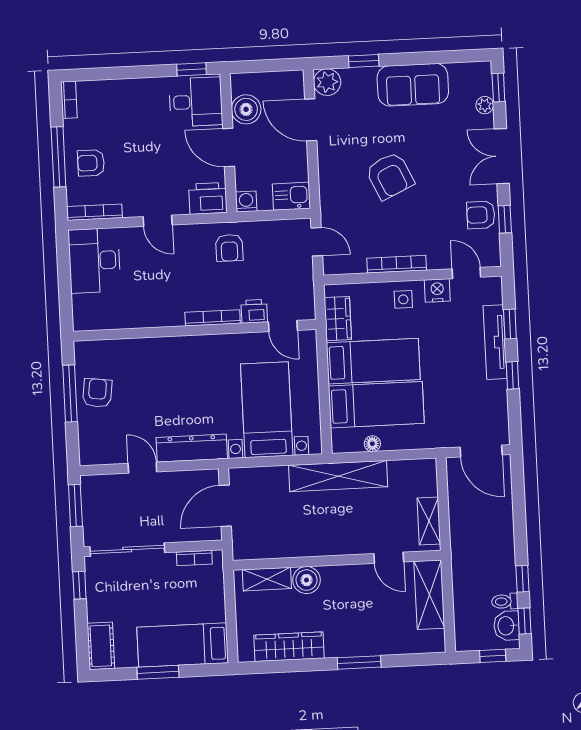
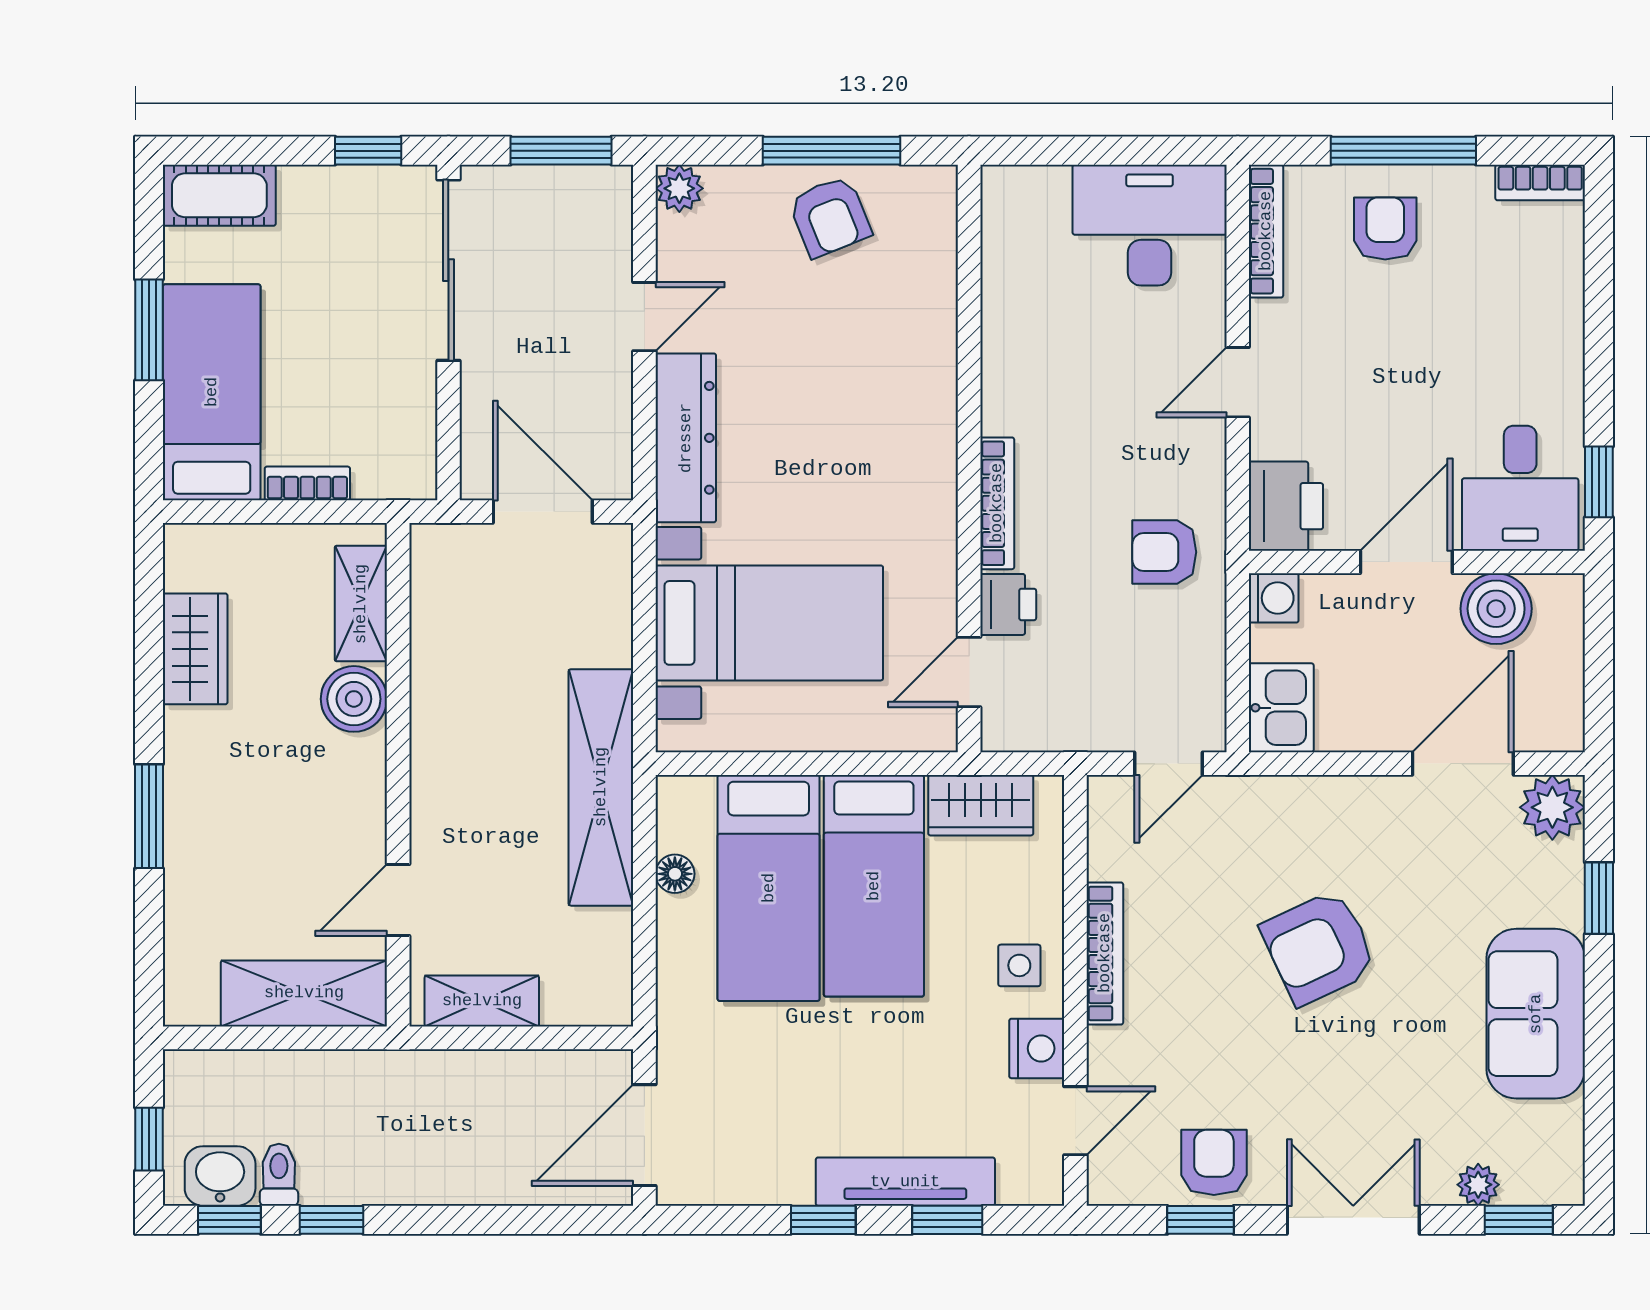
armchair: (97, 393) -> (830, 217), turned 61
plant: (89, 456) -> (679, 188), added
bookcase: (194, 558) -> (307, 483), moved, turned 90
wardrobe: (289, 647) -> (195, 649), width x0.67

